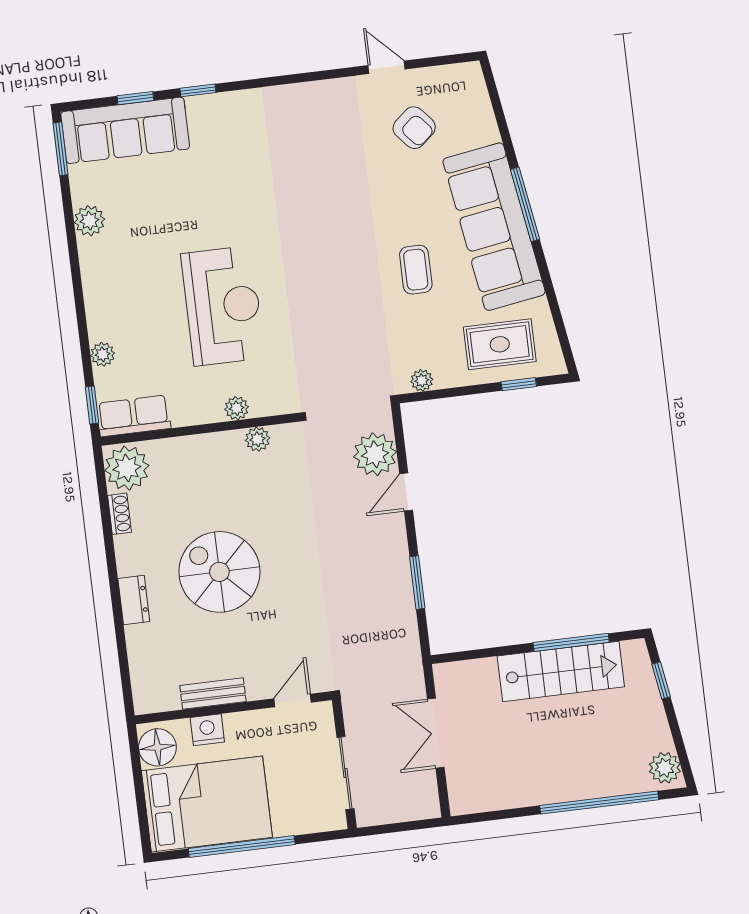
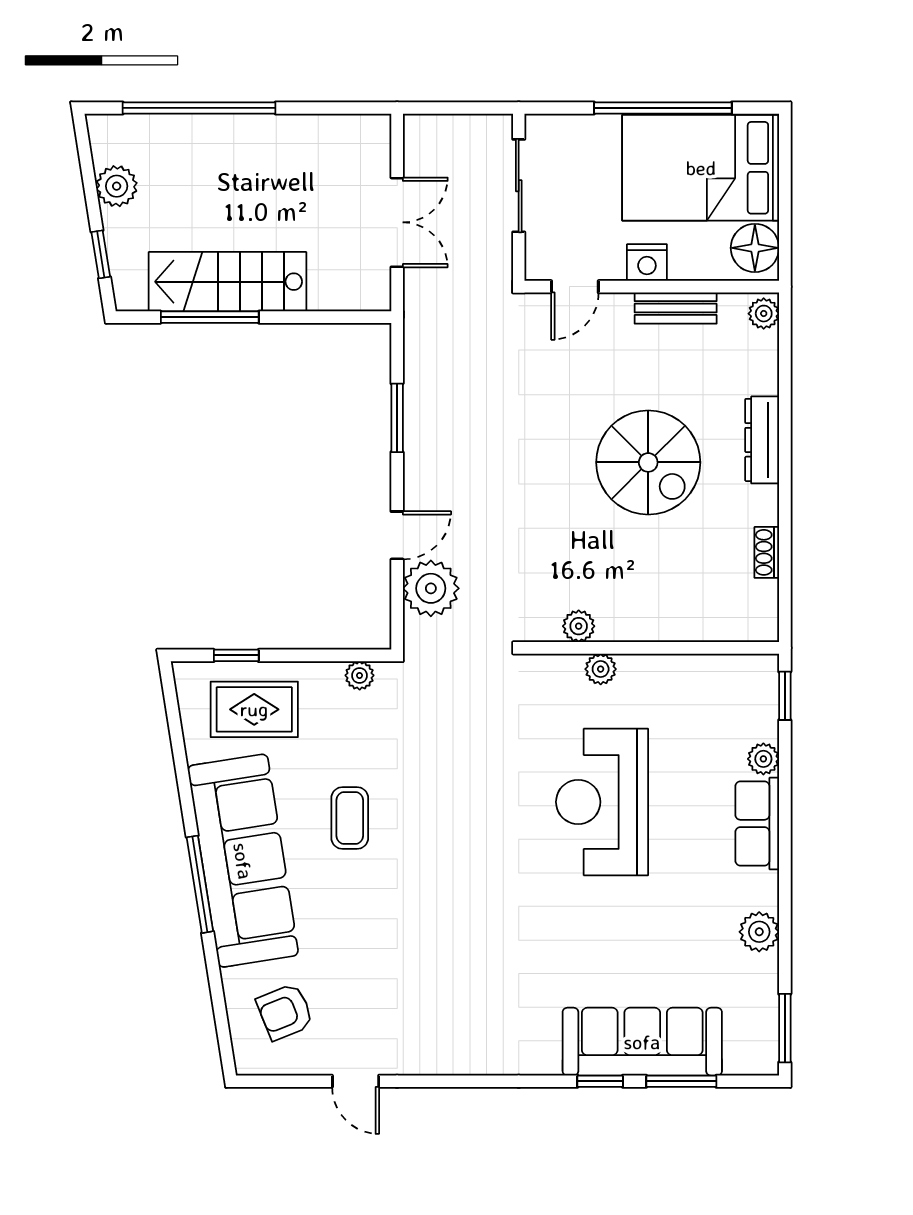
window: (135, 98) -> (681, 1081), width x1.50
armchair: (414, 128) -> (285, 1012), moved, turned -71
sofa: (125, 130) -> (642, 1042), moved
row of seats: (134, 416) -> (757, 823), moved, turned 90
plant: (127, 468) -> (764, 314), moved, width x0.53, depth x0.53
dresser: (134, 600) -> (762, 440), width x1.44
nightstand: (207, 730) -> (647, 263), moved
plant: (665, 768) -> (117, 186), moved

